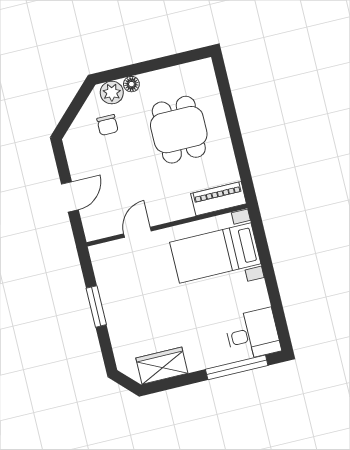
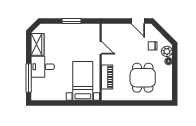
dining table: (179, 130) -> (143, 78), turned 90
door: (70, 197) -> (138, 21), moved
piano: (219, 199) -> (107, 77), moved
desk: (253, 334) -> (43, 67), moved, turned 90

